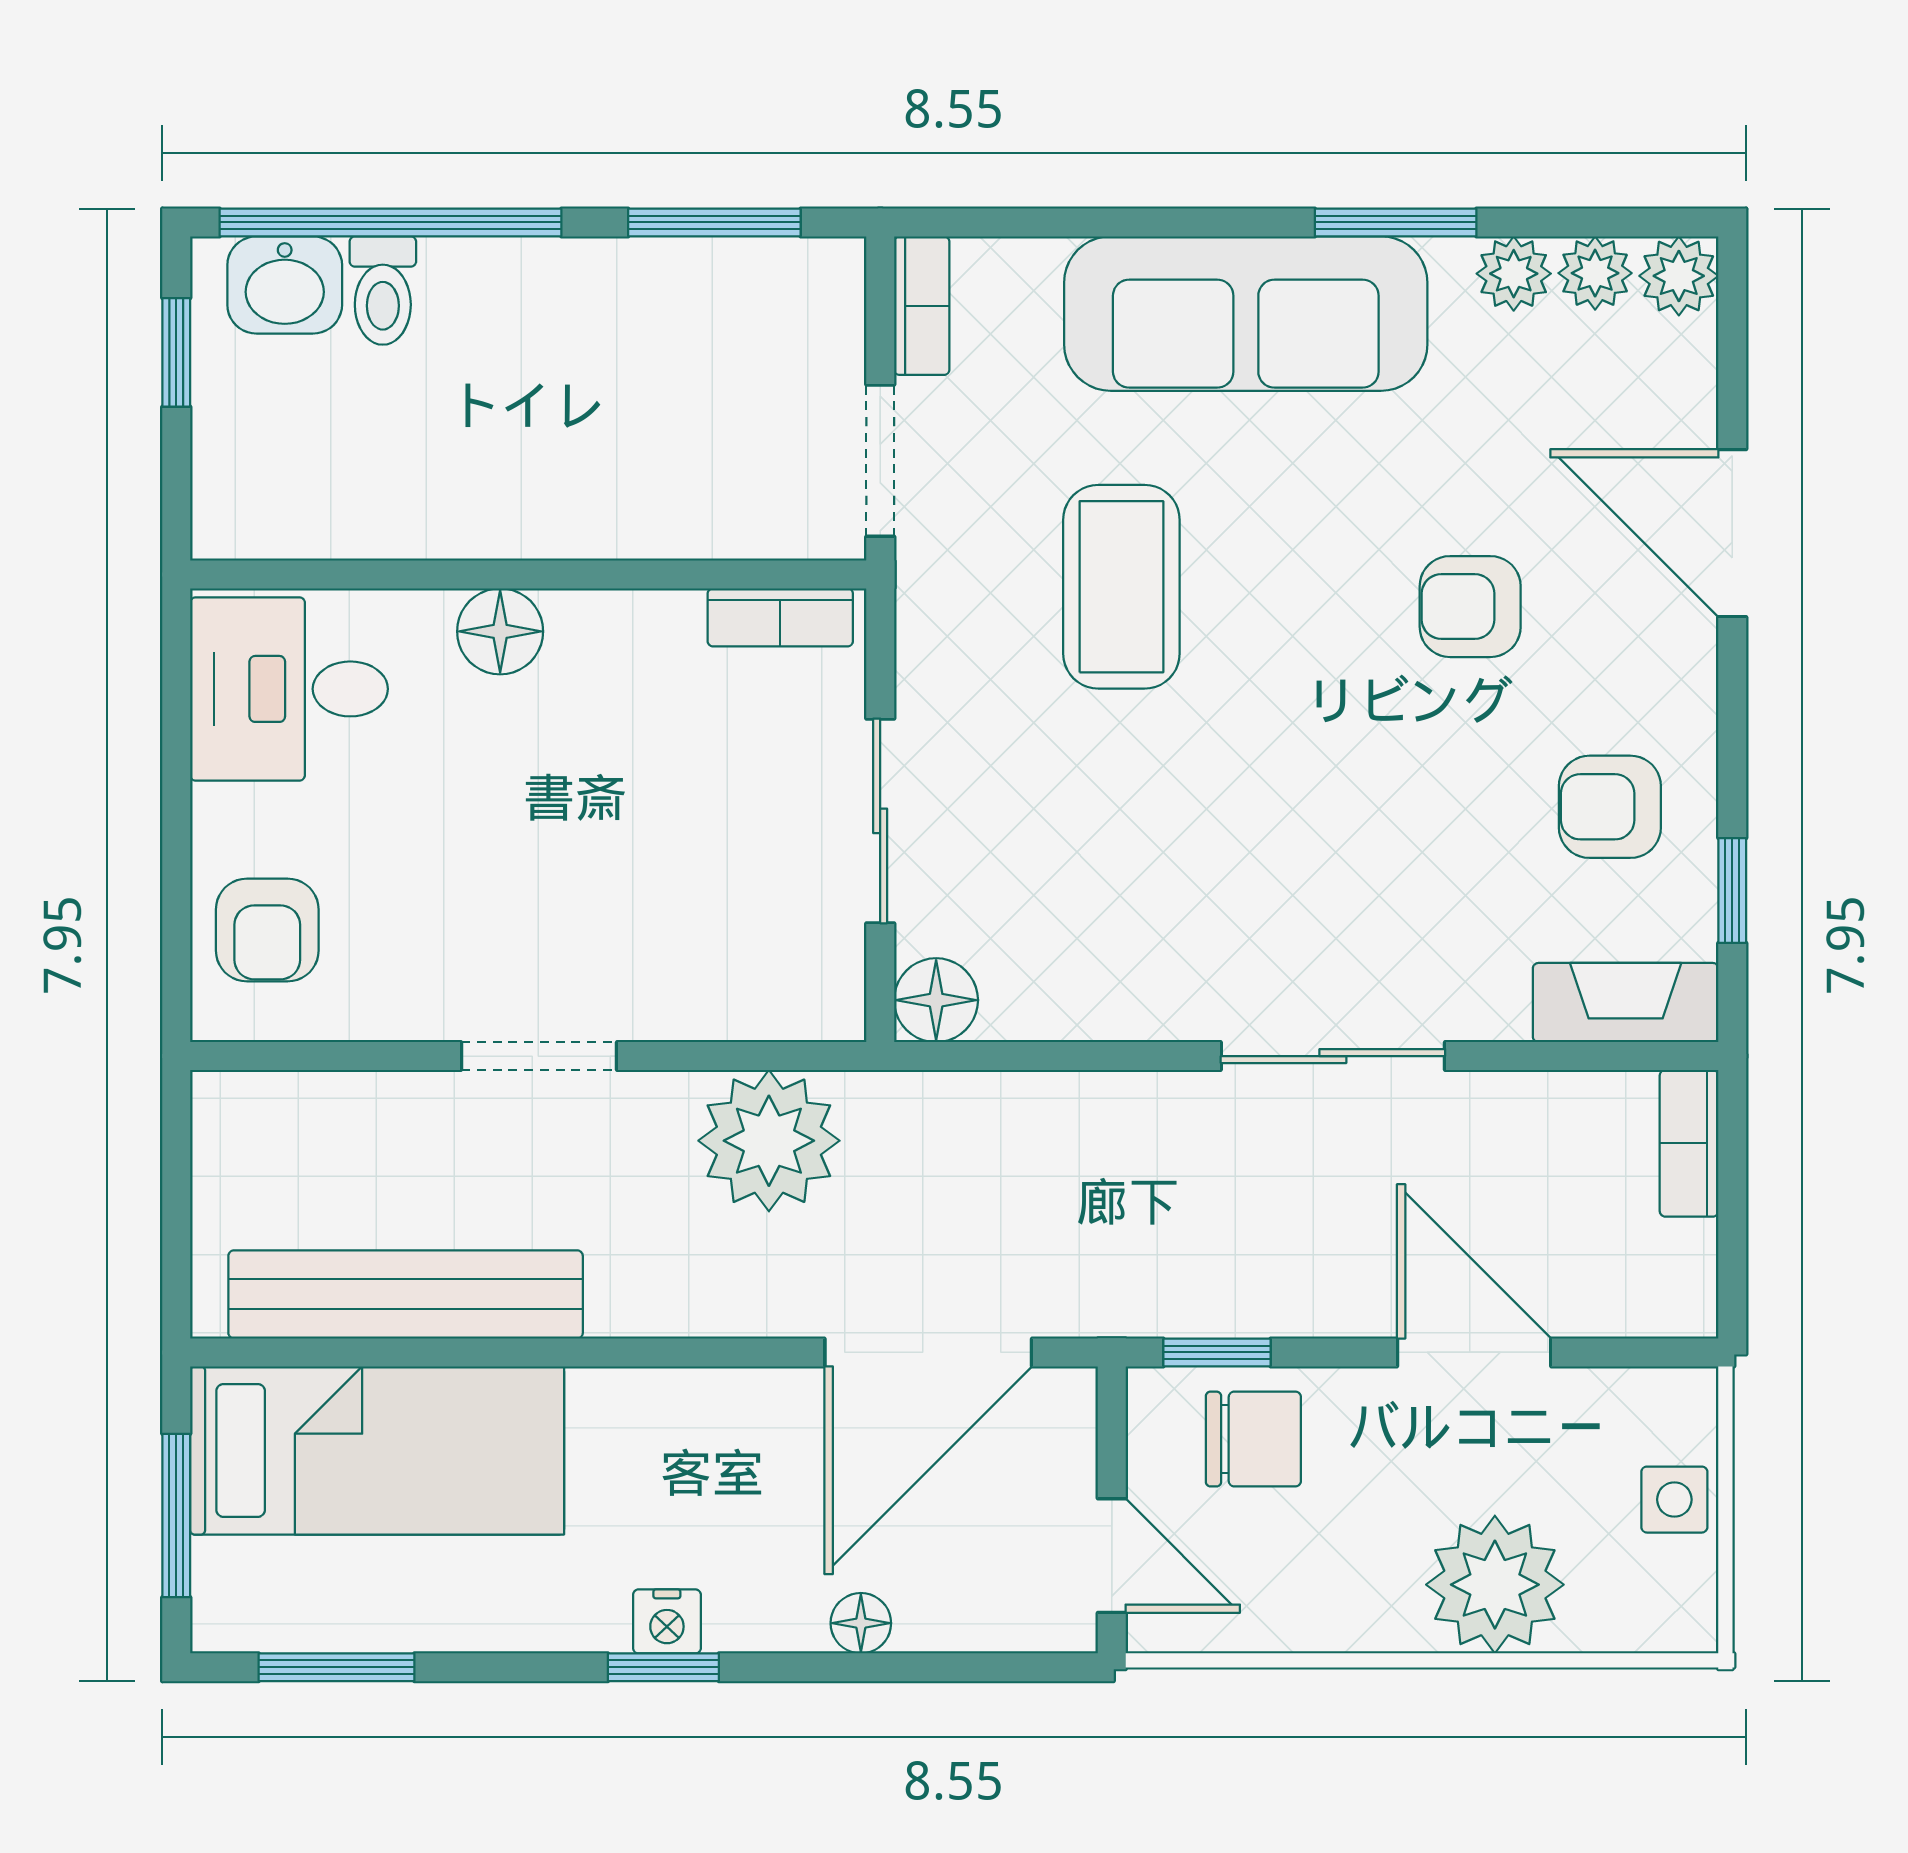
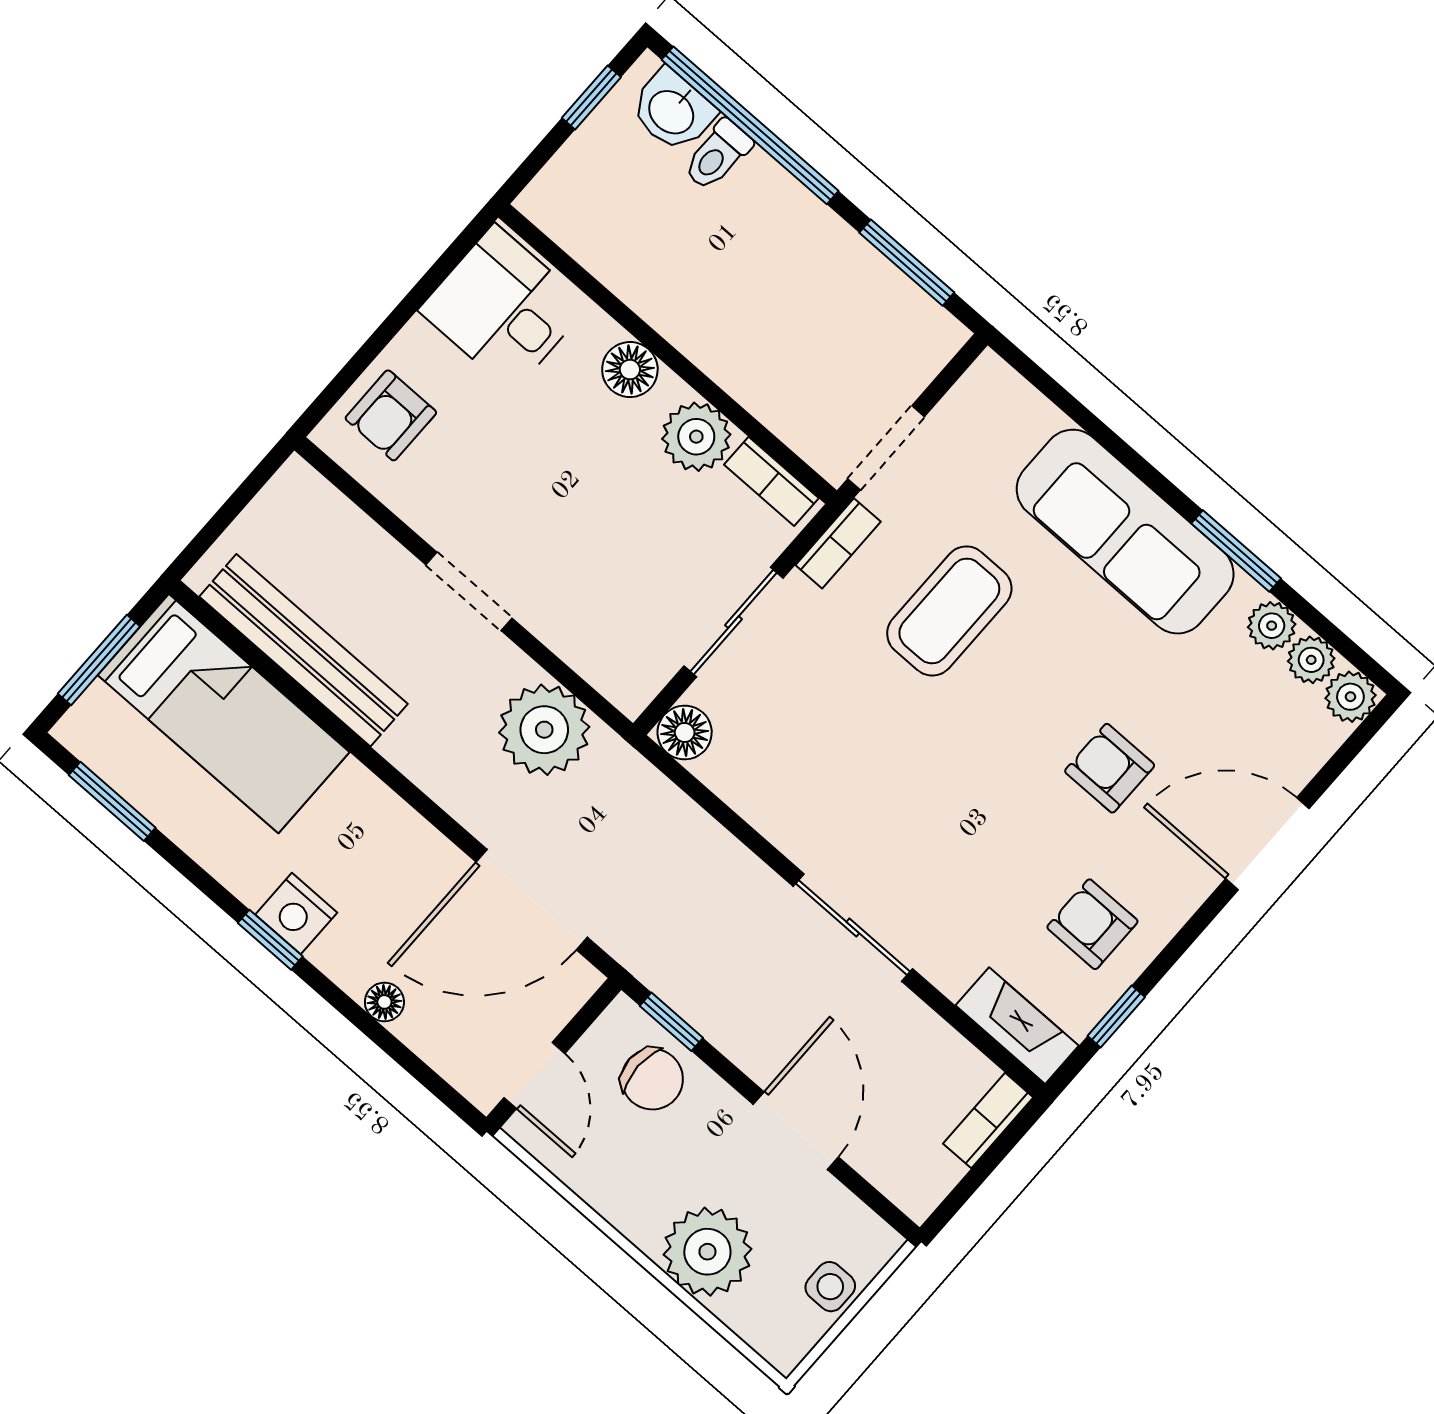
bookcase: (922, 306) -> (838, 543), moved
door: (1732, 533) -> (1267, 844), hinge flipped
plant: (647, 642) -> (696, 437), added
nightstand: (667, 1621) -> (296, 914), width x1.39, depth x1.35

